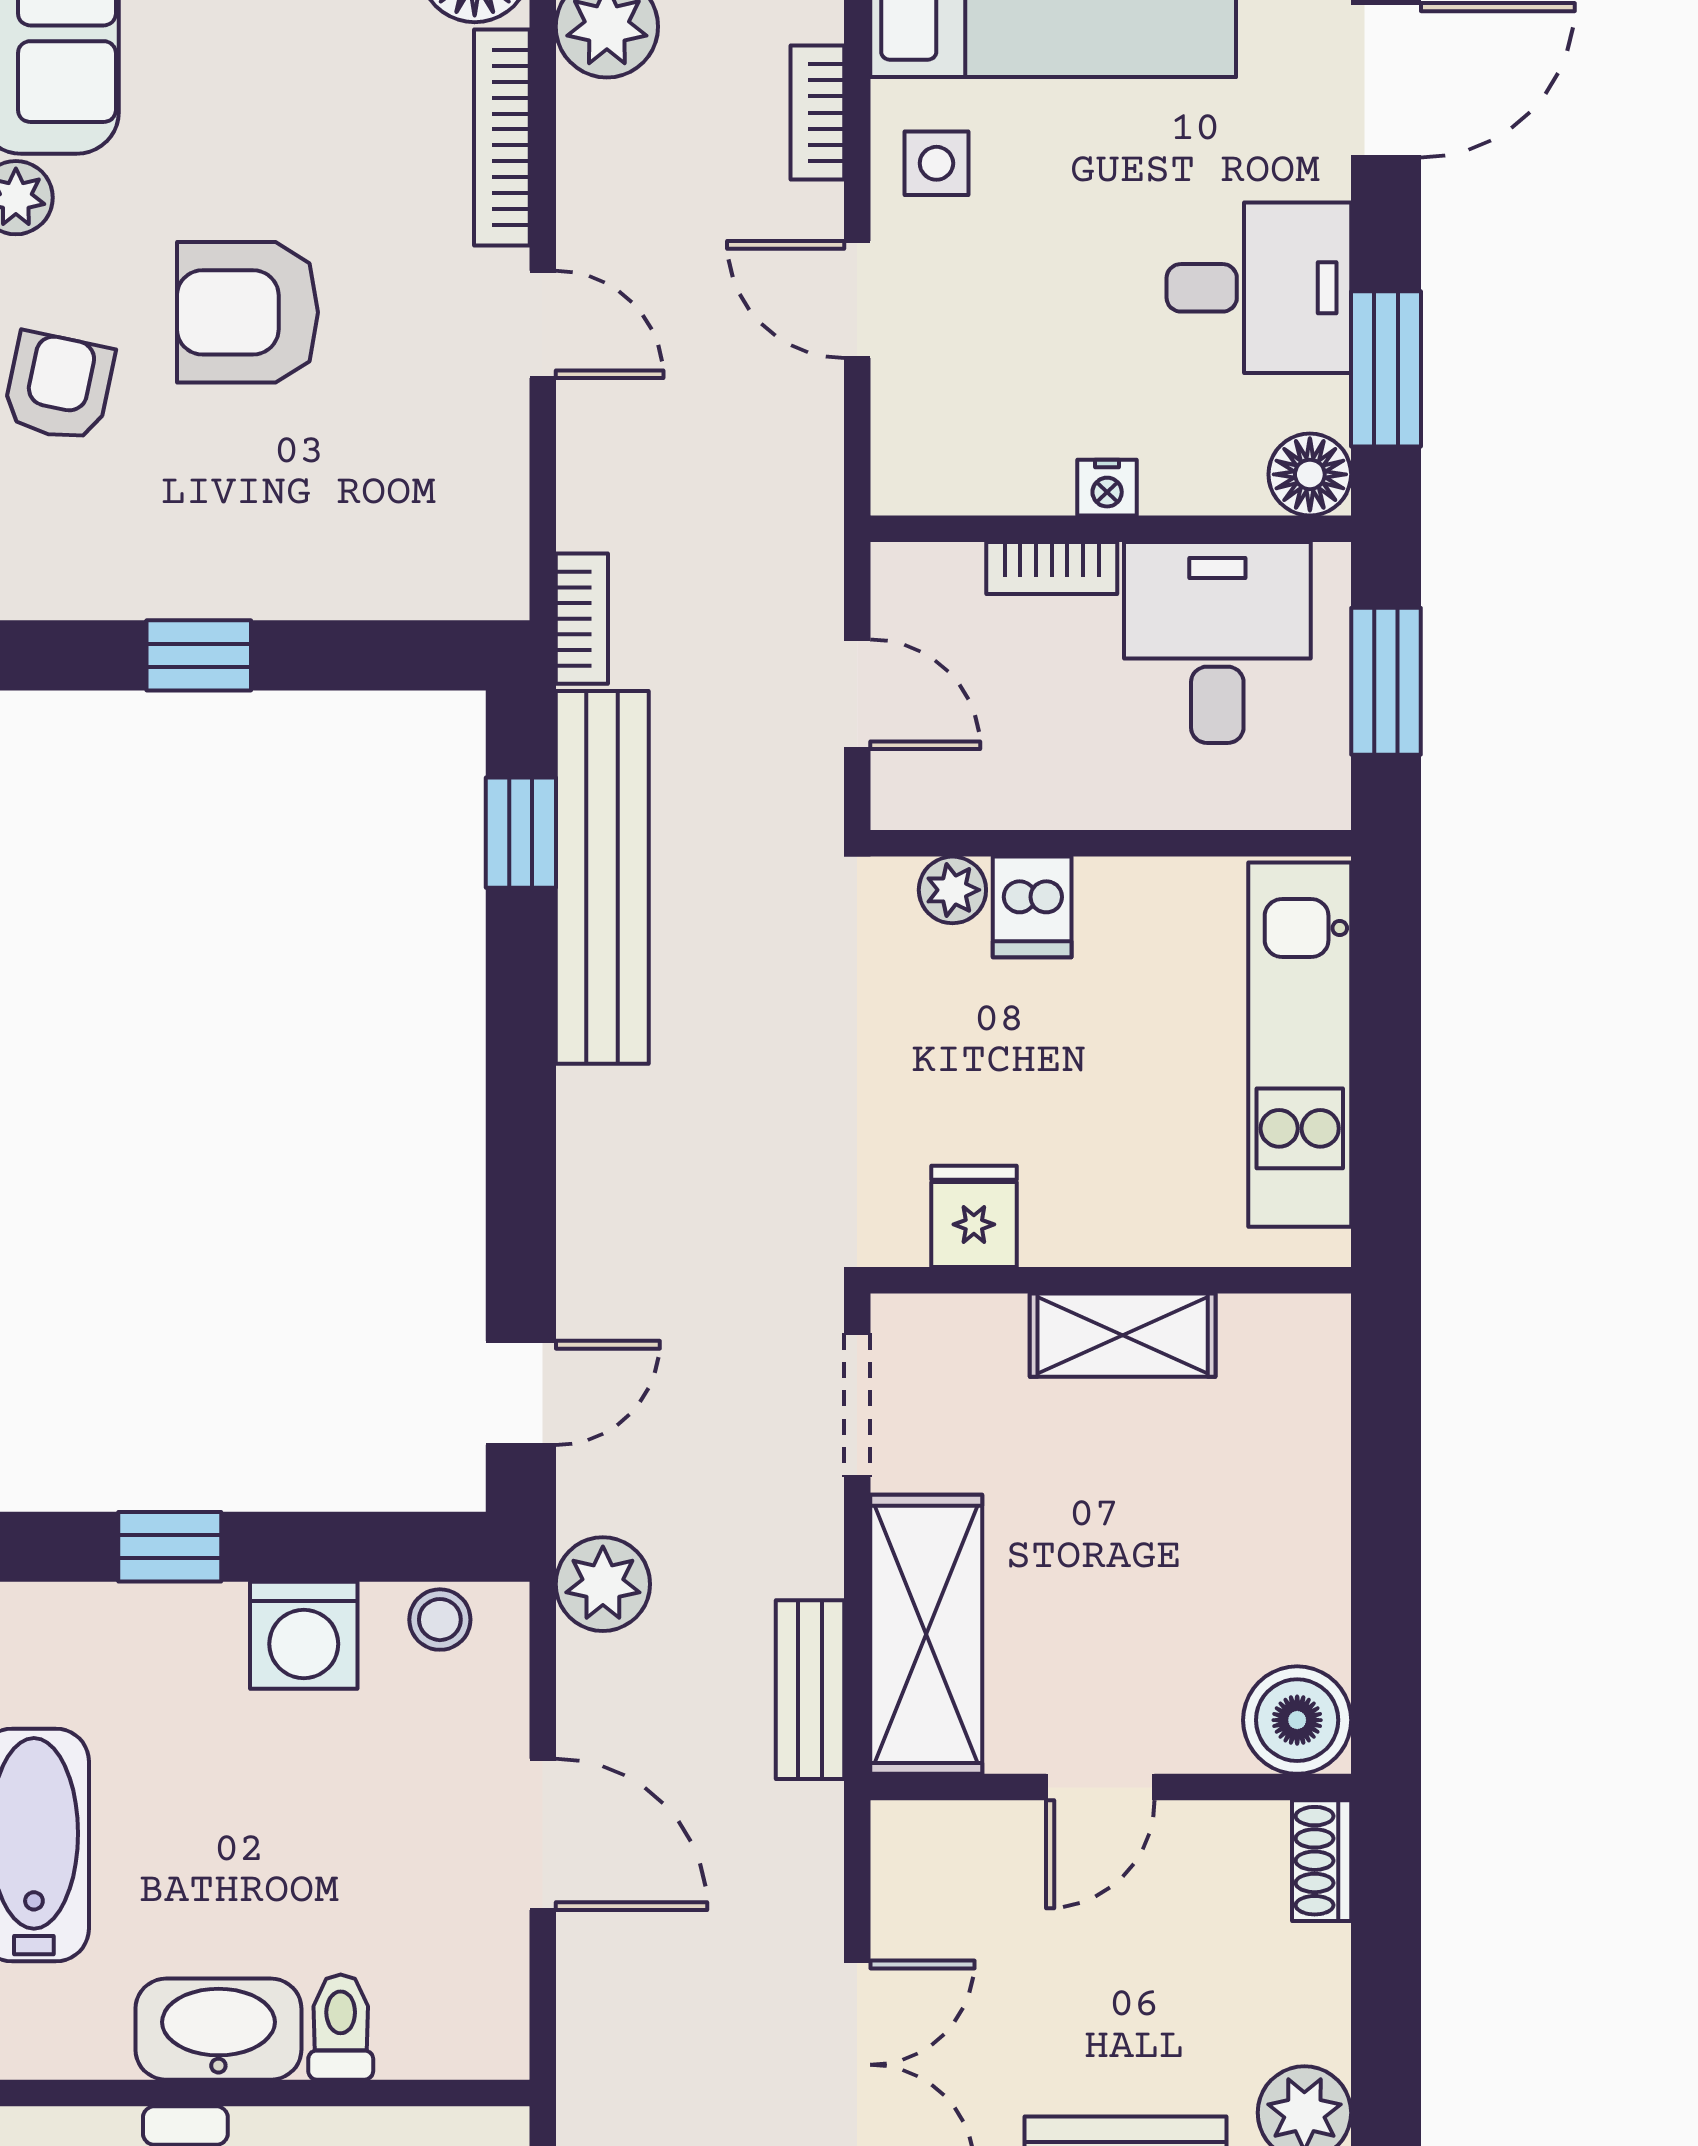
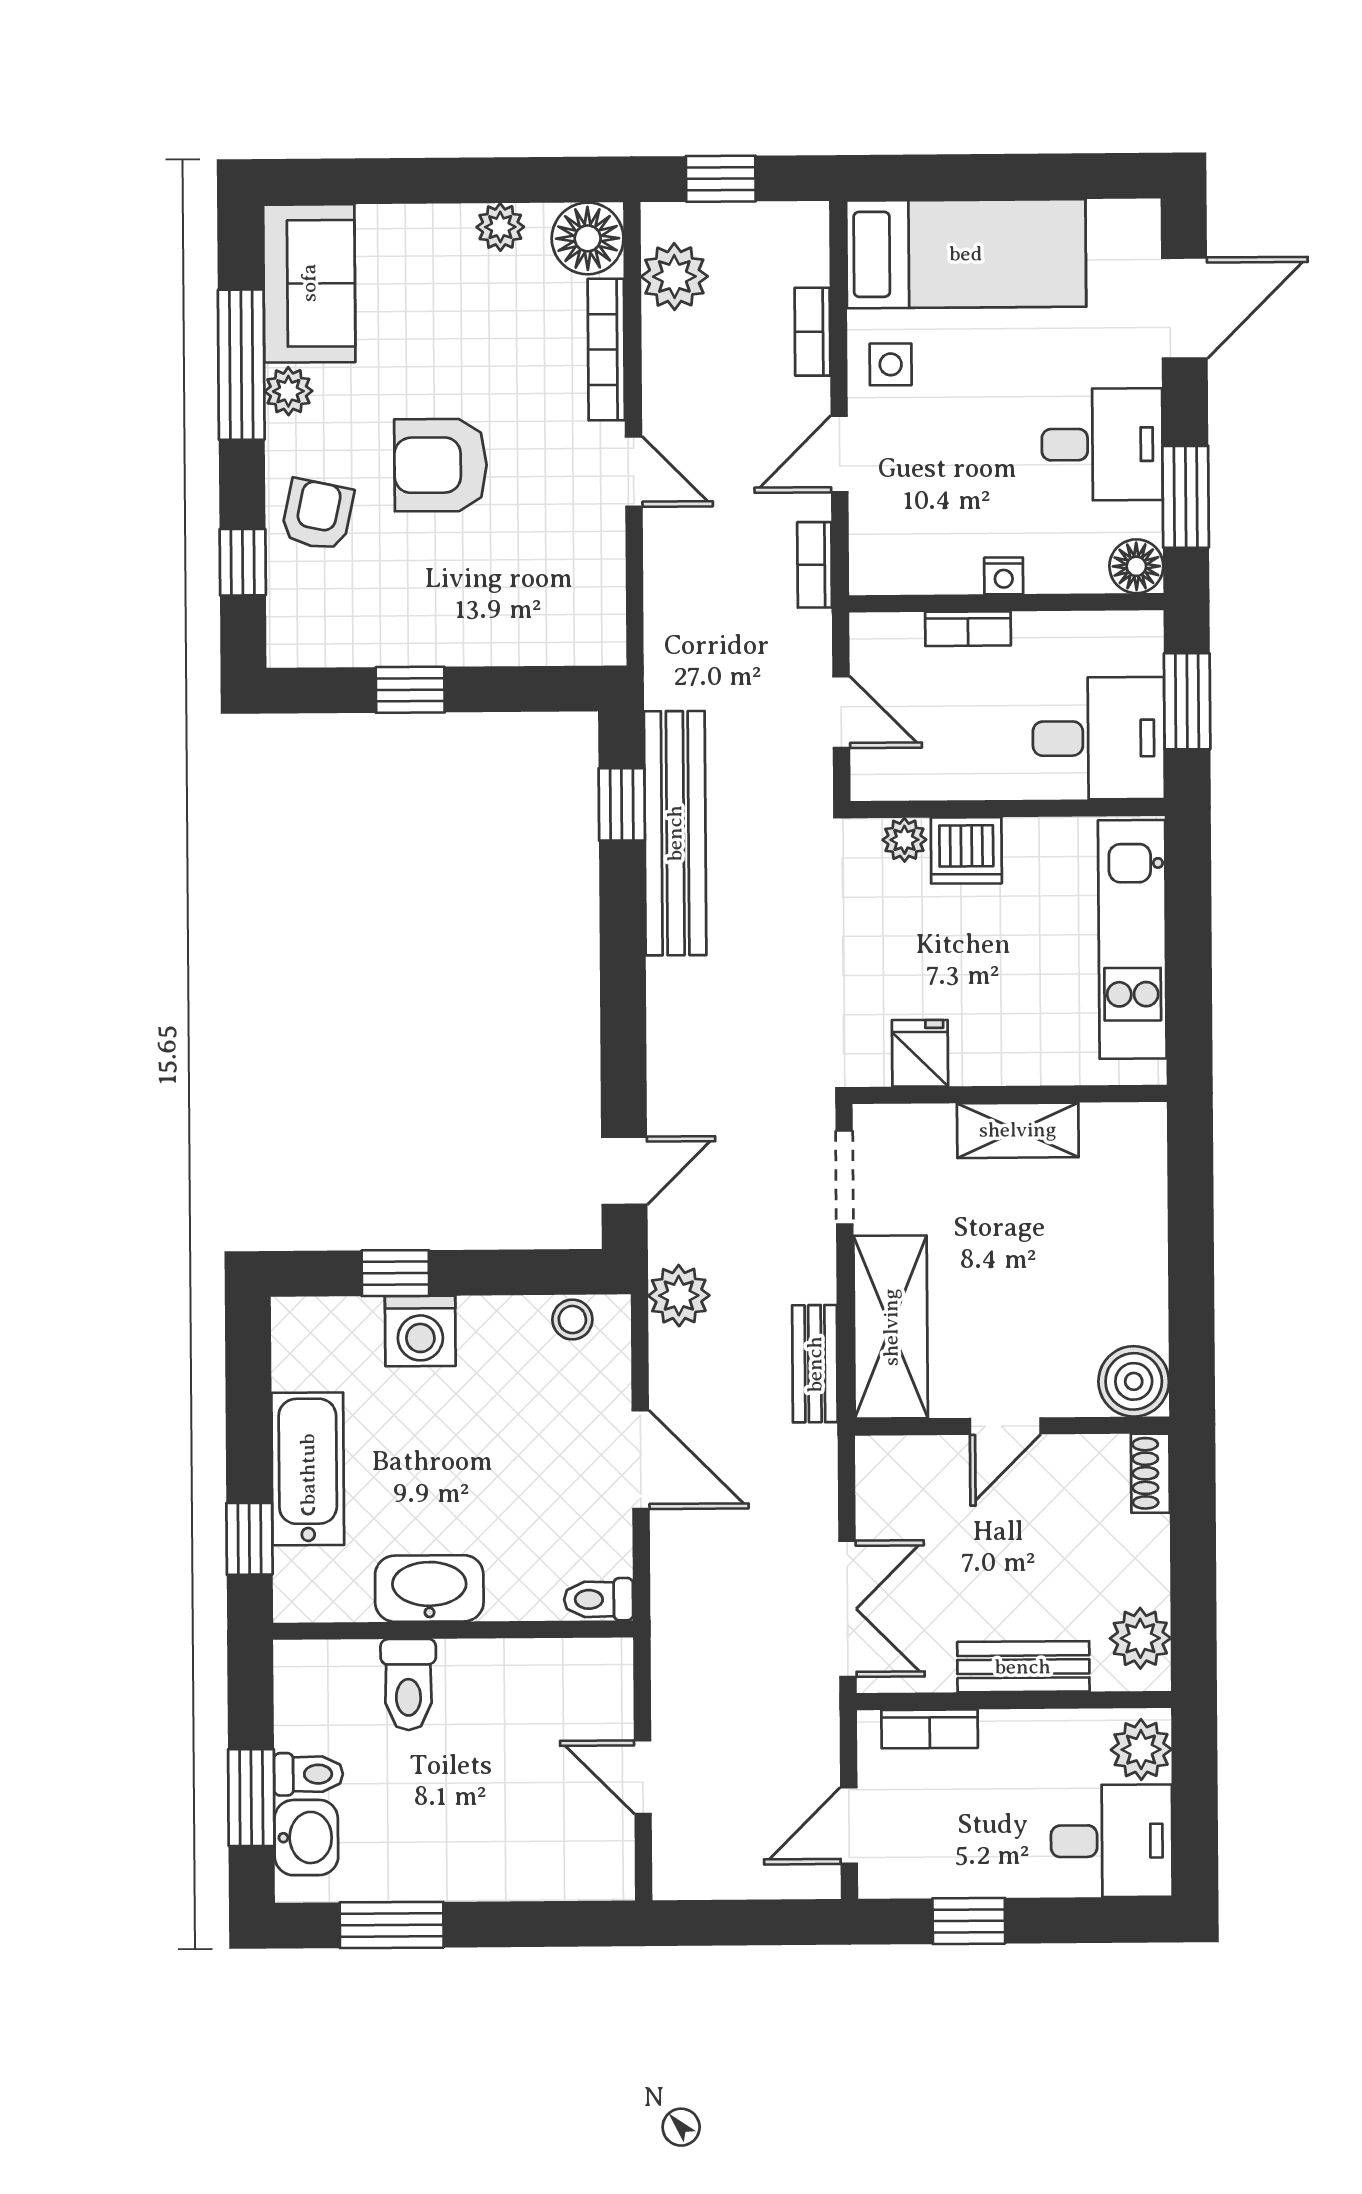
door: (857, 300) -> (839, 454), hinge flipped
bookcase: (582, 619) -> (815, 565), moved, turned 180
desk: (1217, 642) -> (1099, 738), moved, turned 90
dishwasher: (1032, 907) -> (966, 850), width x1.38
washing machine: (304, 1635) -> (420, 1331), moved
toilet: (341, 2027) -> (599, 1599), moved, turned -90

